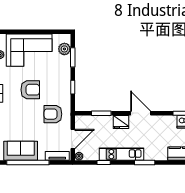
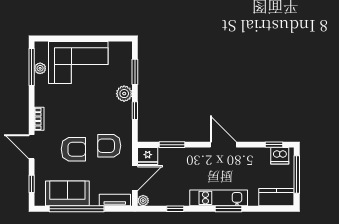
plant: (64, 49) -> (124, 94), moved
armchair: (30, 90) -> (73, 149), moved
fridge: (121, 122) -> (148, 156), moved
kitchen unit: (121, 154) -> (219, 198), moved

